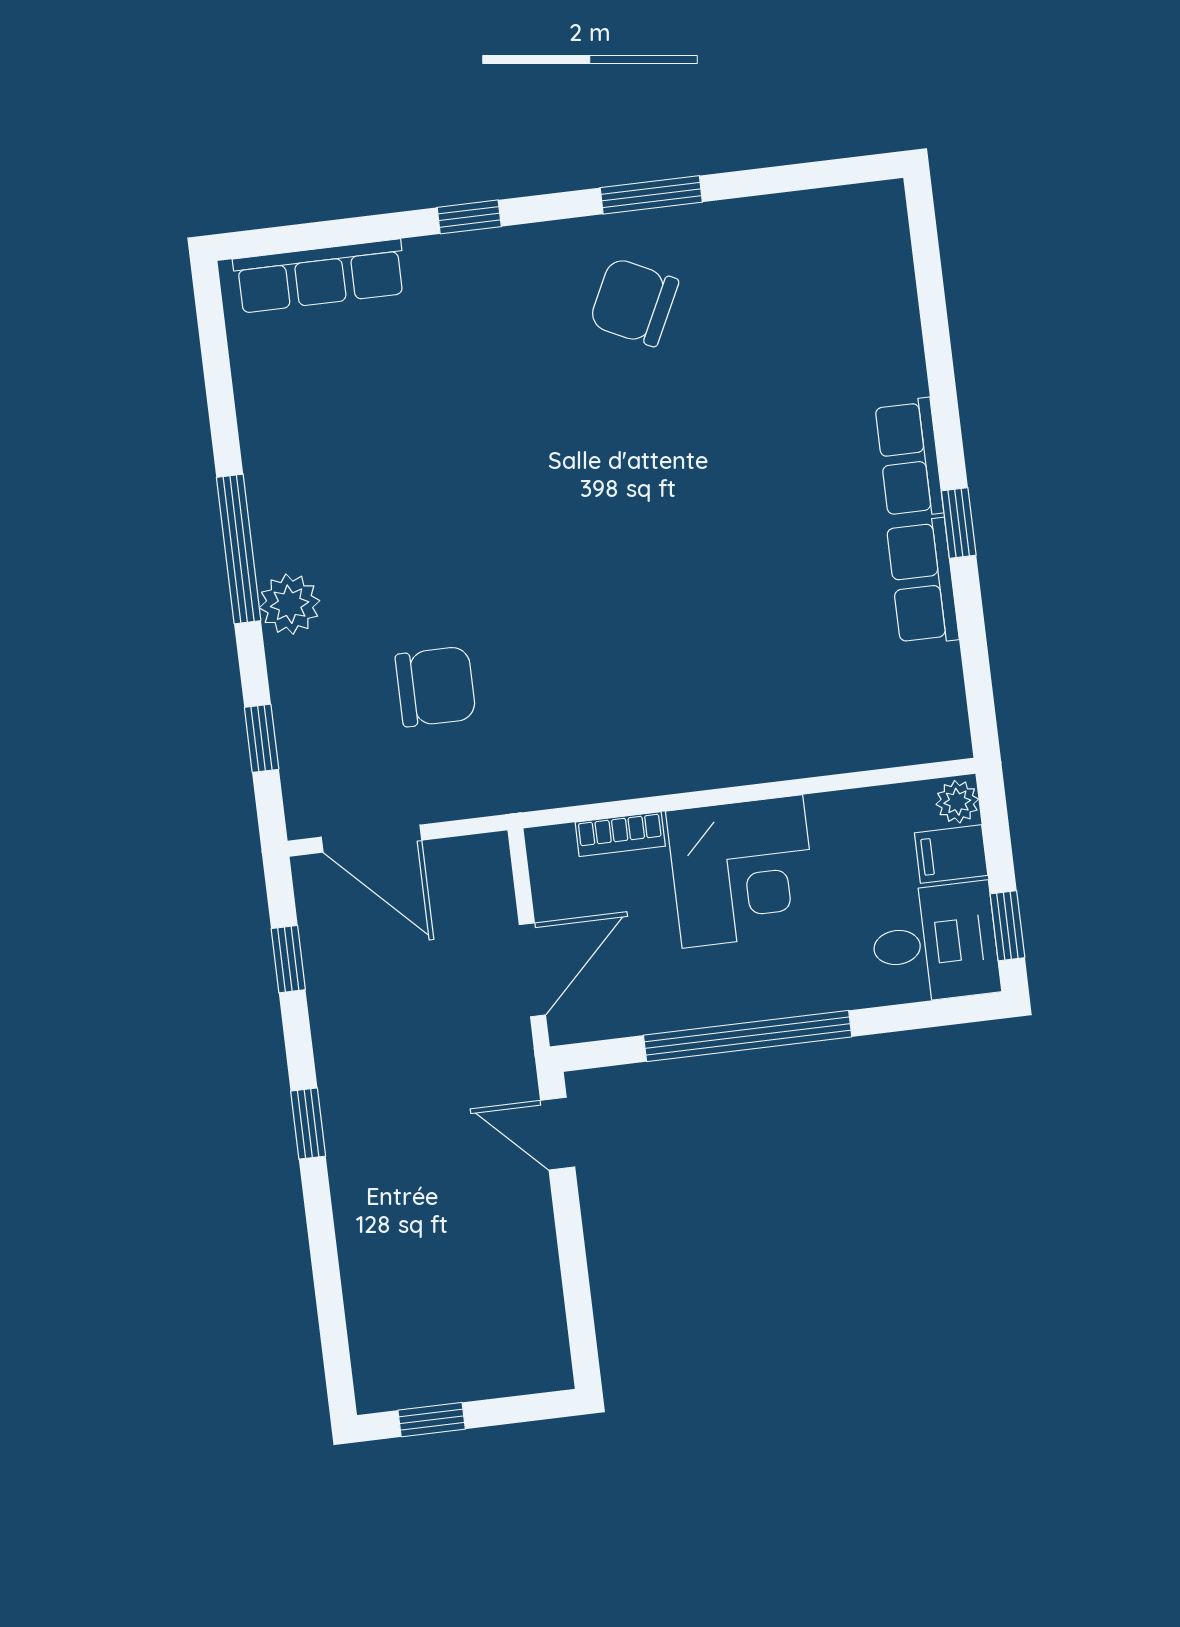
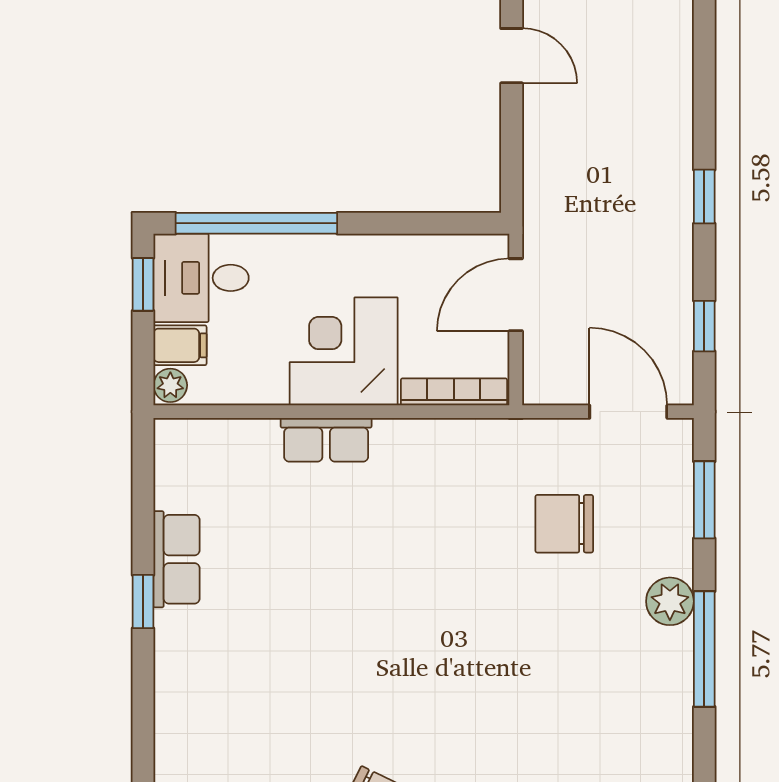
row of seats: (909, 458) -> (326, 440), moved, turned 90
window: (262, 738) -> (704, 500), width x1.50
bookcase: (620, 834) -> (454, 392), width x1.56
window: (748, 1036) -> (256, 223), moved
door: (558, 1134) -> (512, 56), moved

